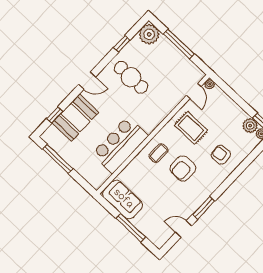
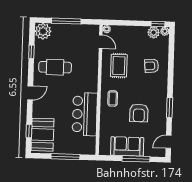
booth: (75, 118) -> (42, 135), moved
rug: (191, 128) -> (119, 66), turned 90
window: (58, 159) -> (65, 157), moved
armchair: (183, 168) -> (139, 113), moved
sofa: (123, 199) -> (127, 146), moved
door: (184, 229) -> (168, 142), moved

